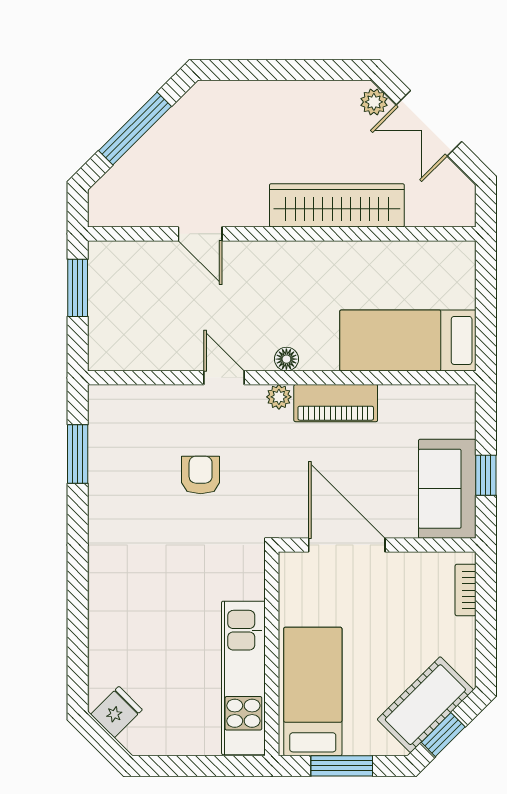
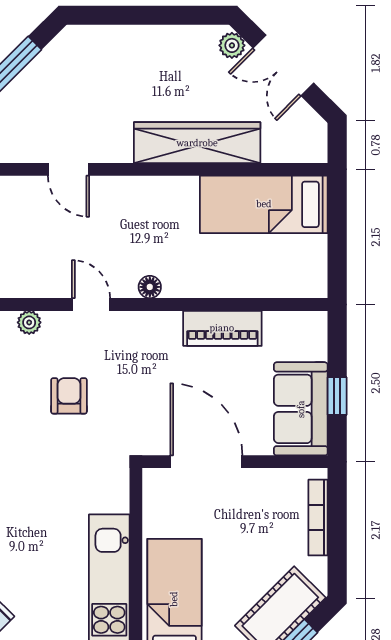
bed: (408, 340) -> (264, 204), moved
plant: (279, 397) -> (29, 322), moved
piano: (336, 403) -> (222, 328), moved
bookcase: (466, 590) -> (318, 518), width x1.56

